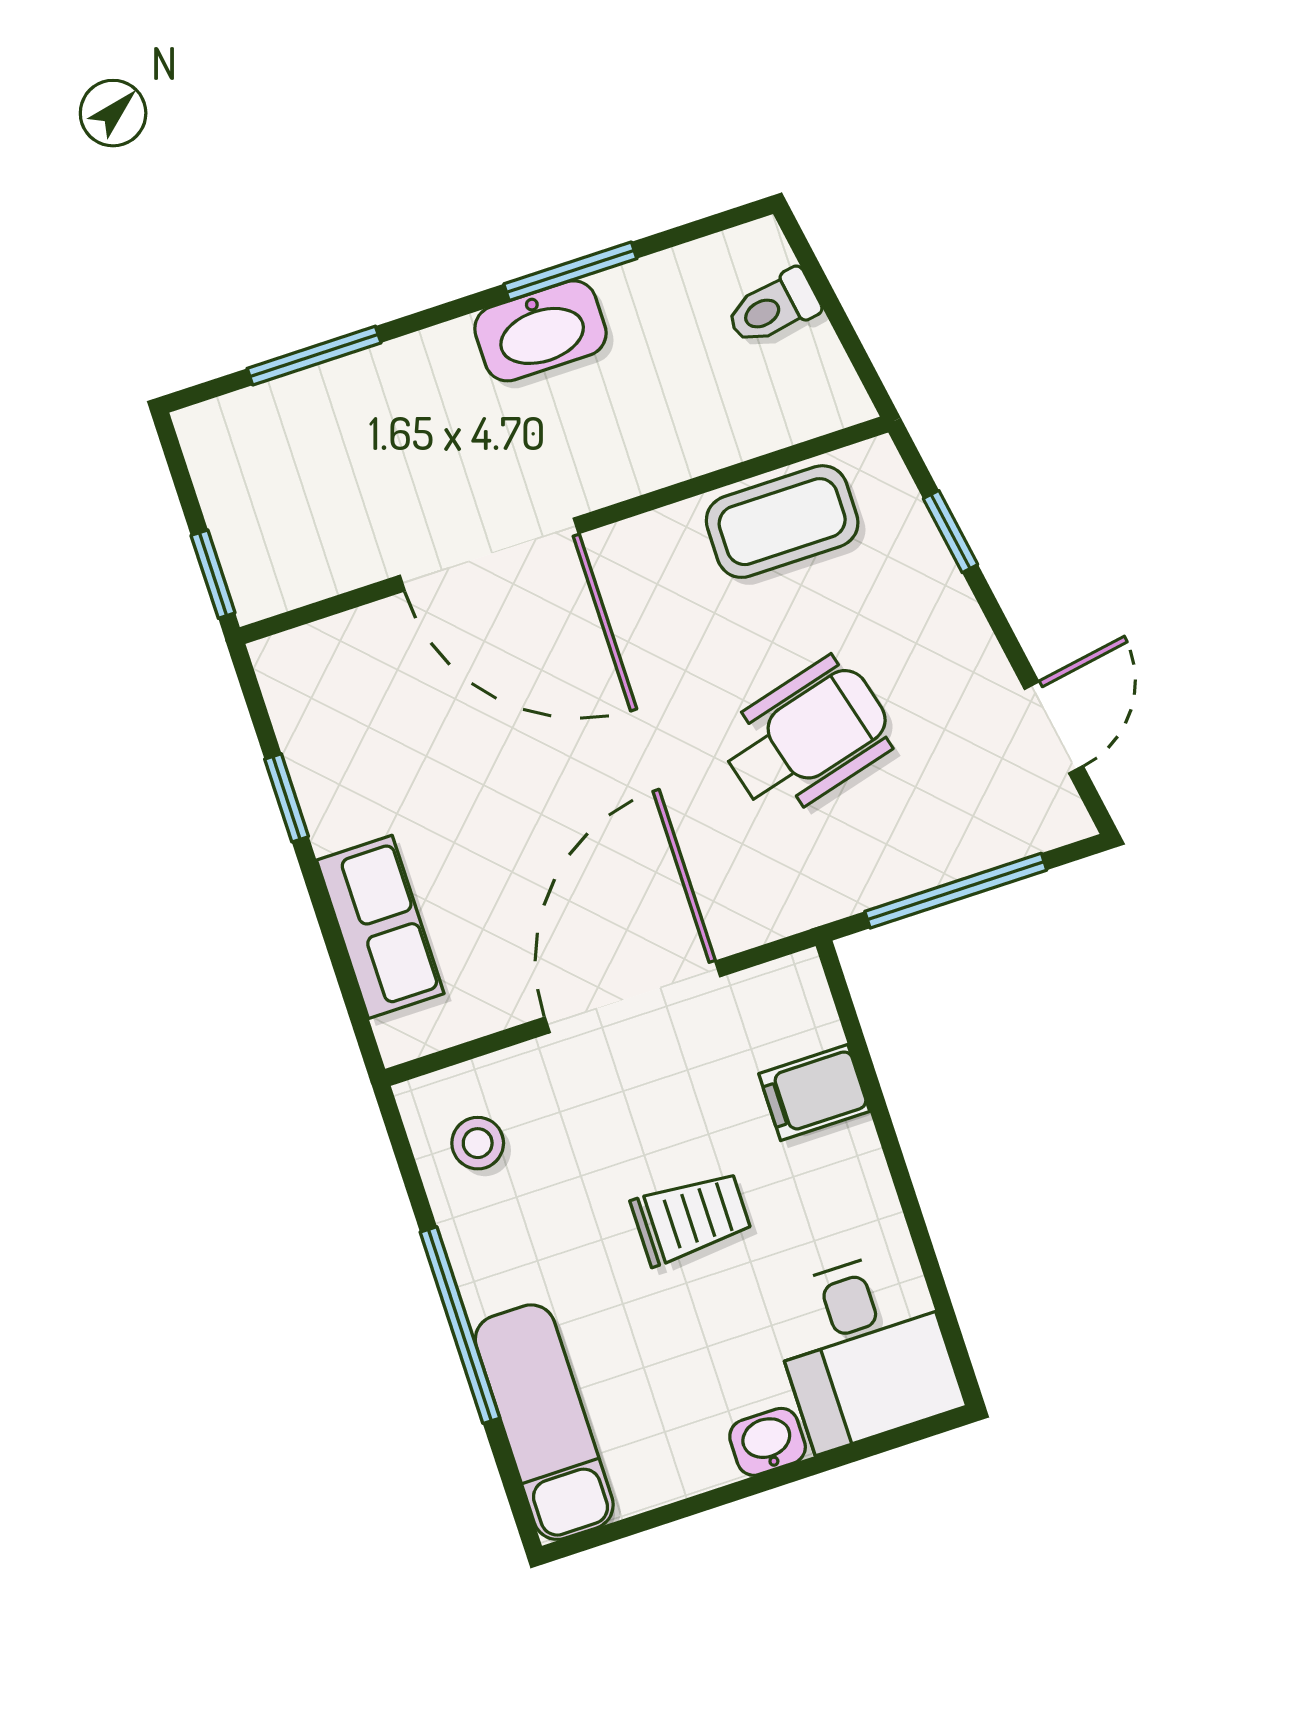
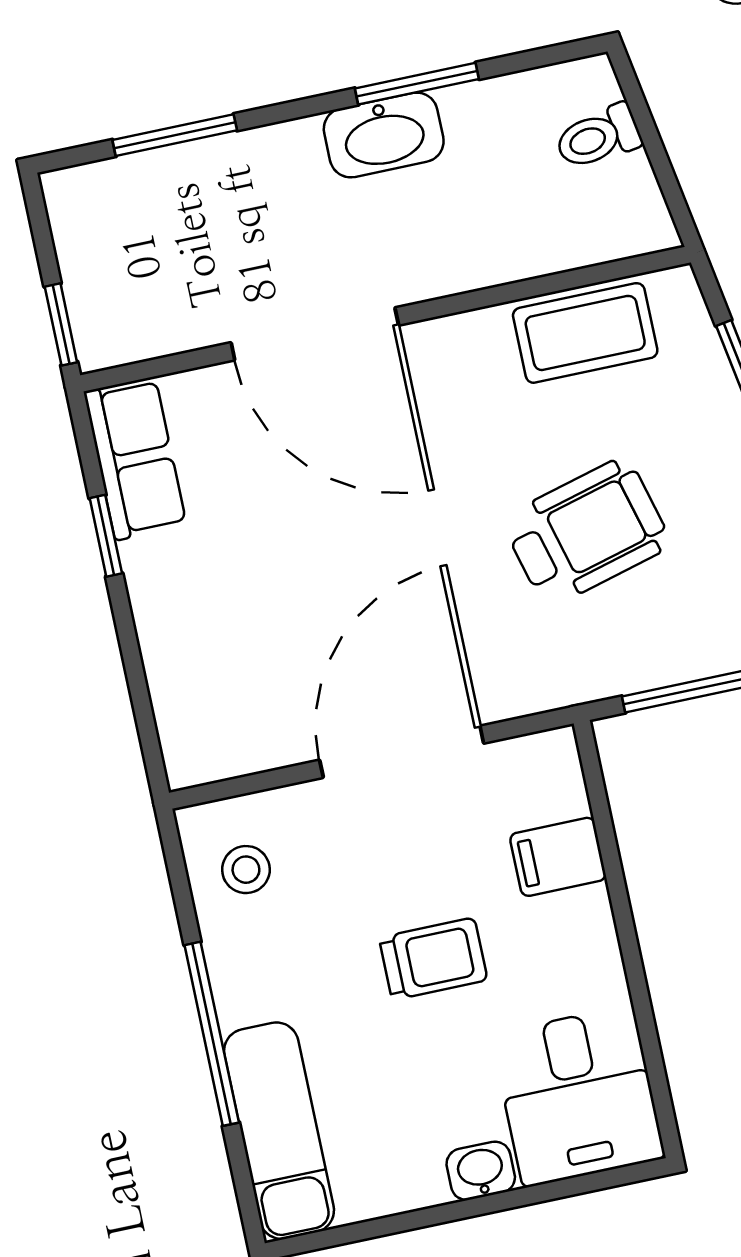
row of seats: (380, 927) -> (135, 459), moved

